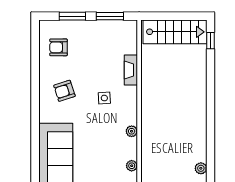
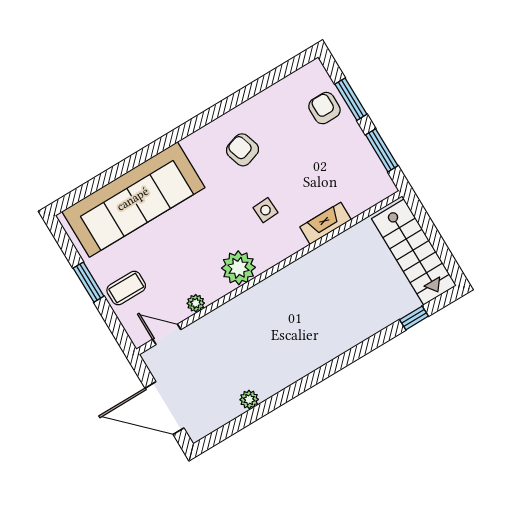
window: (210, 41) -> (414, 318), moved
armchair: (58, 47) -> (324, 108), moved
plant: (132, 131) -> (238, 268), width x1.87, depth x1.87

